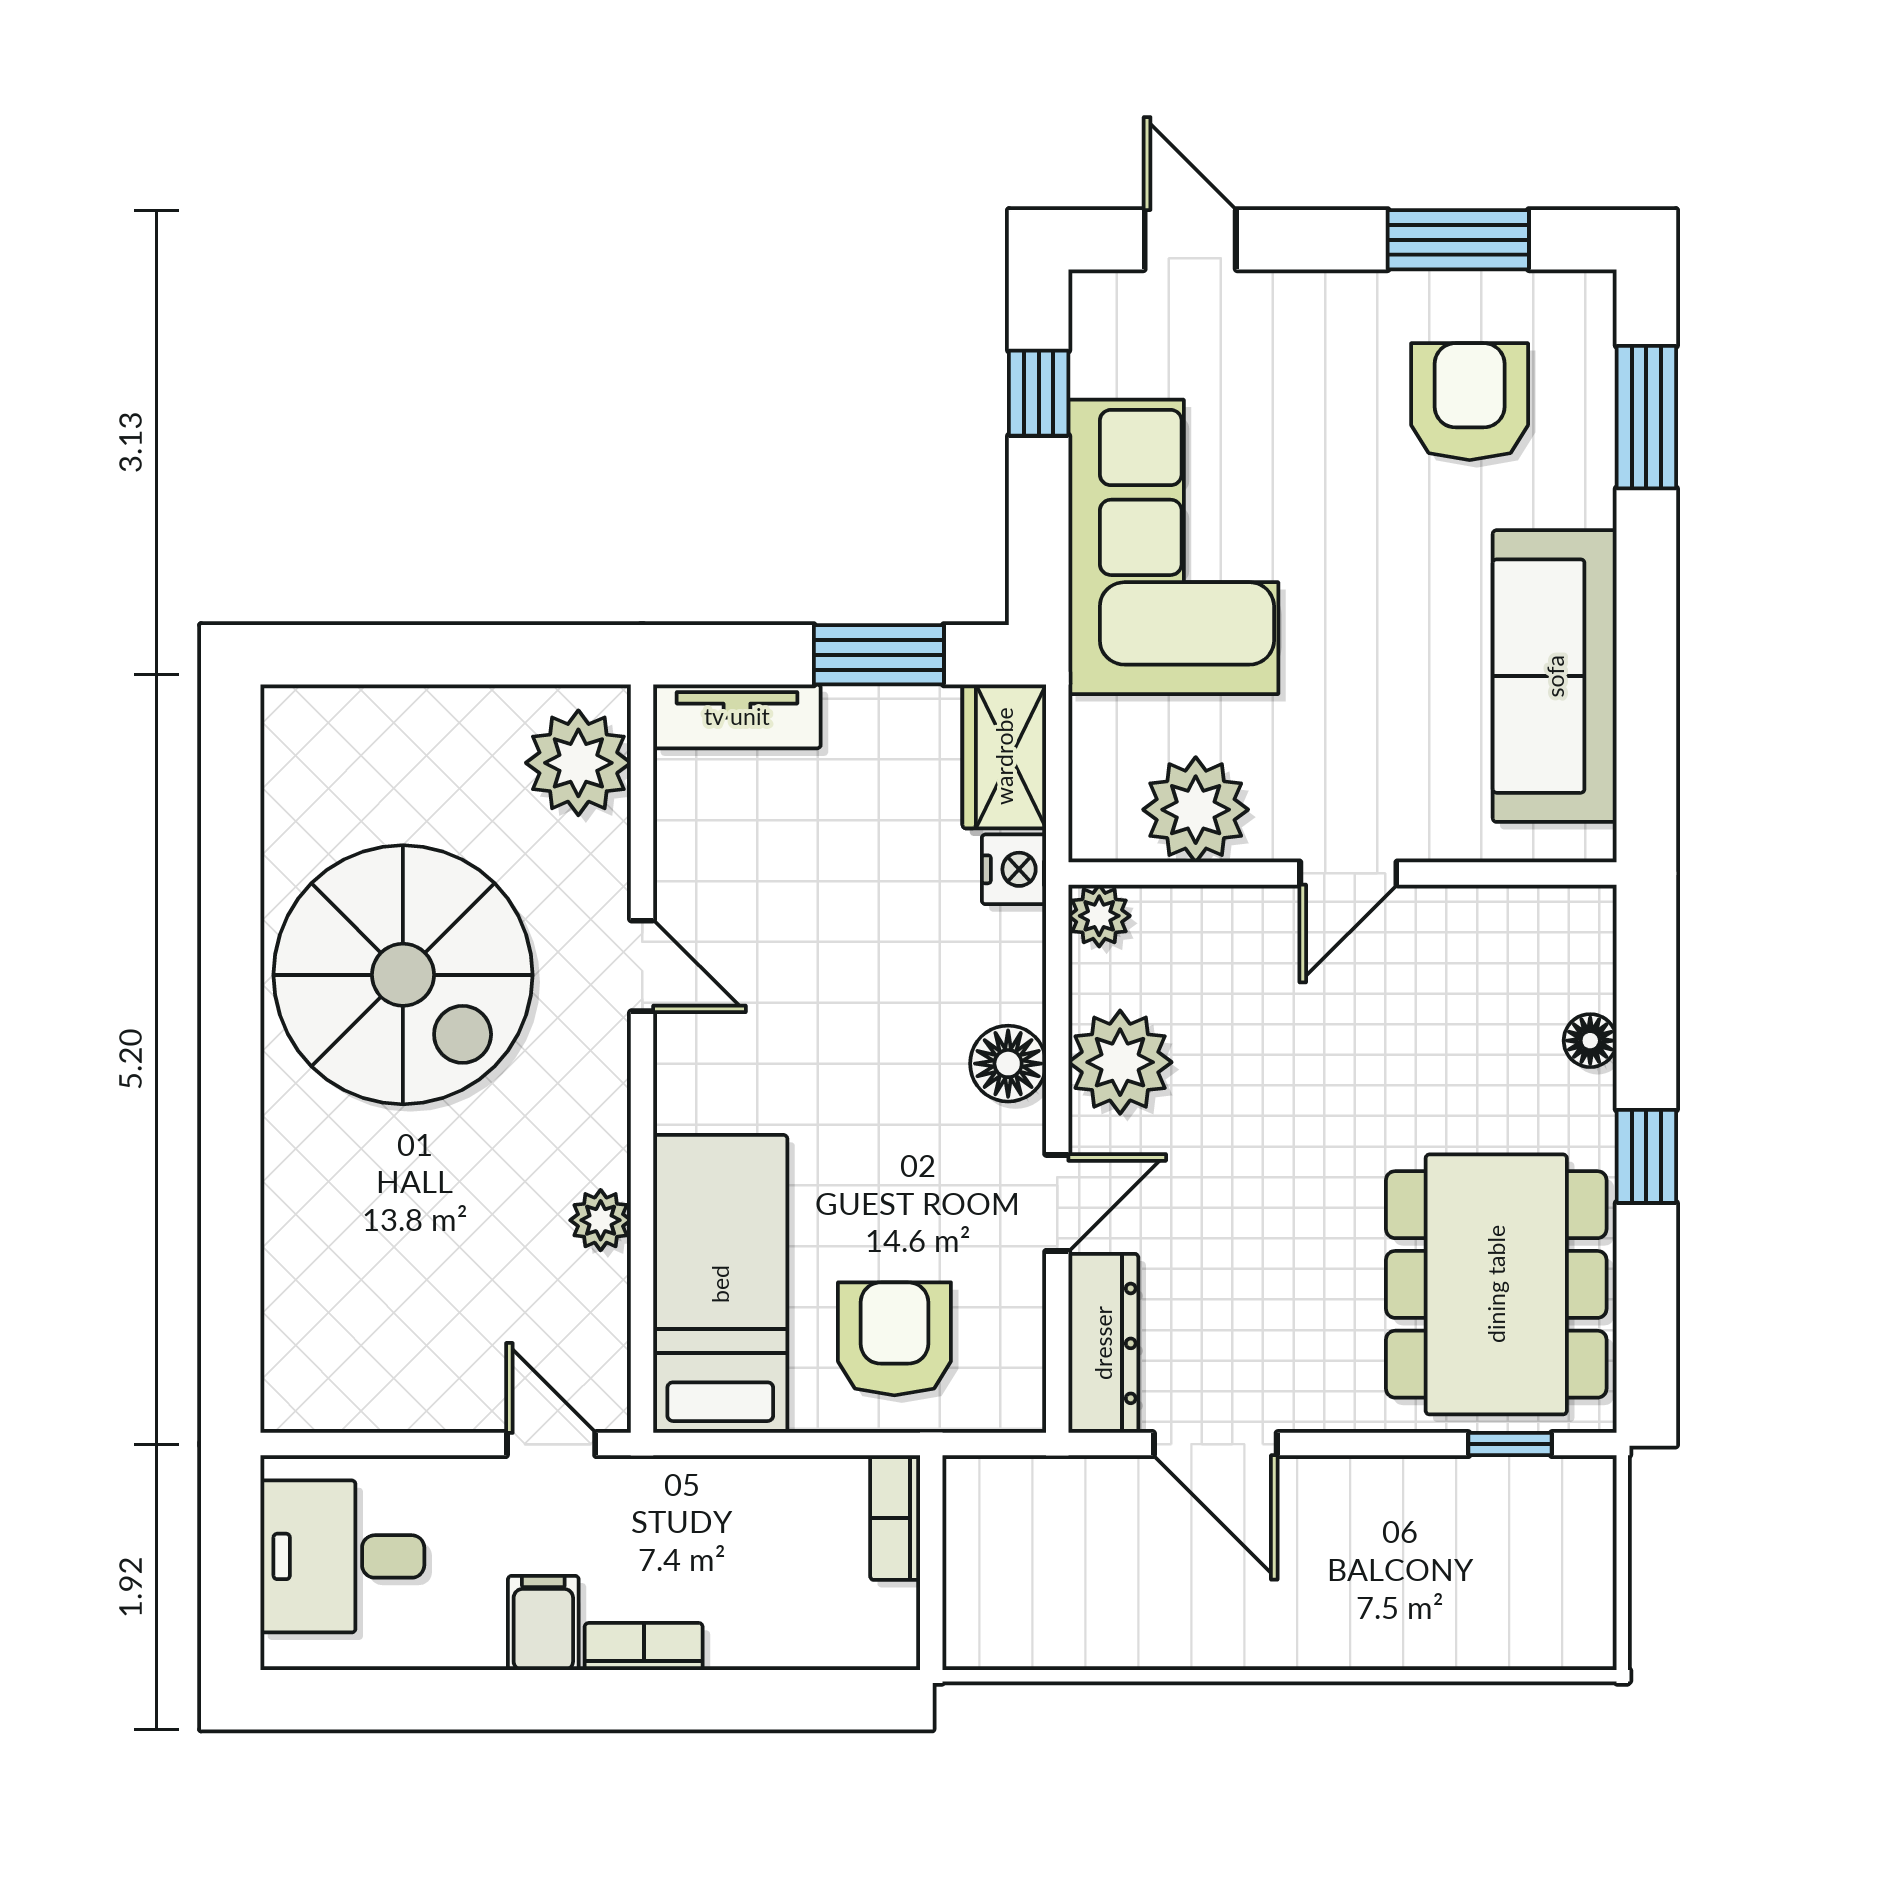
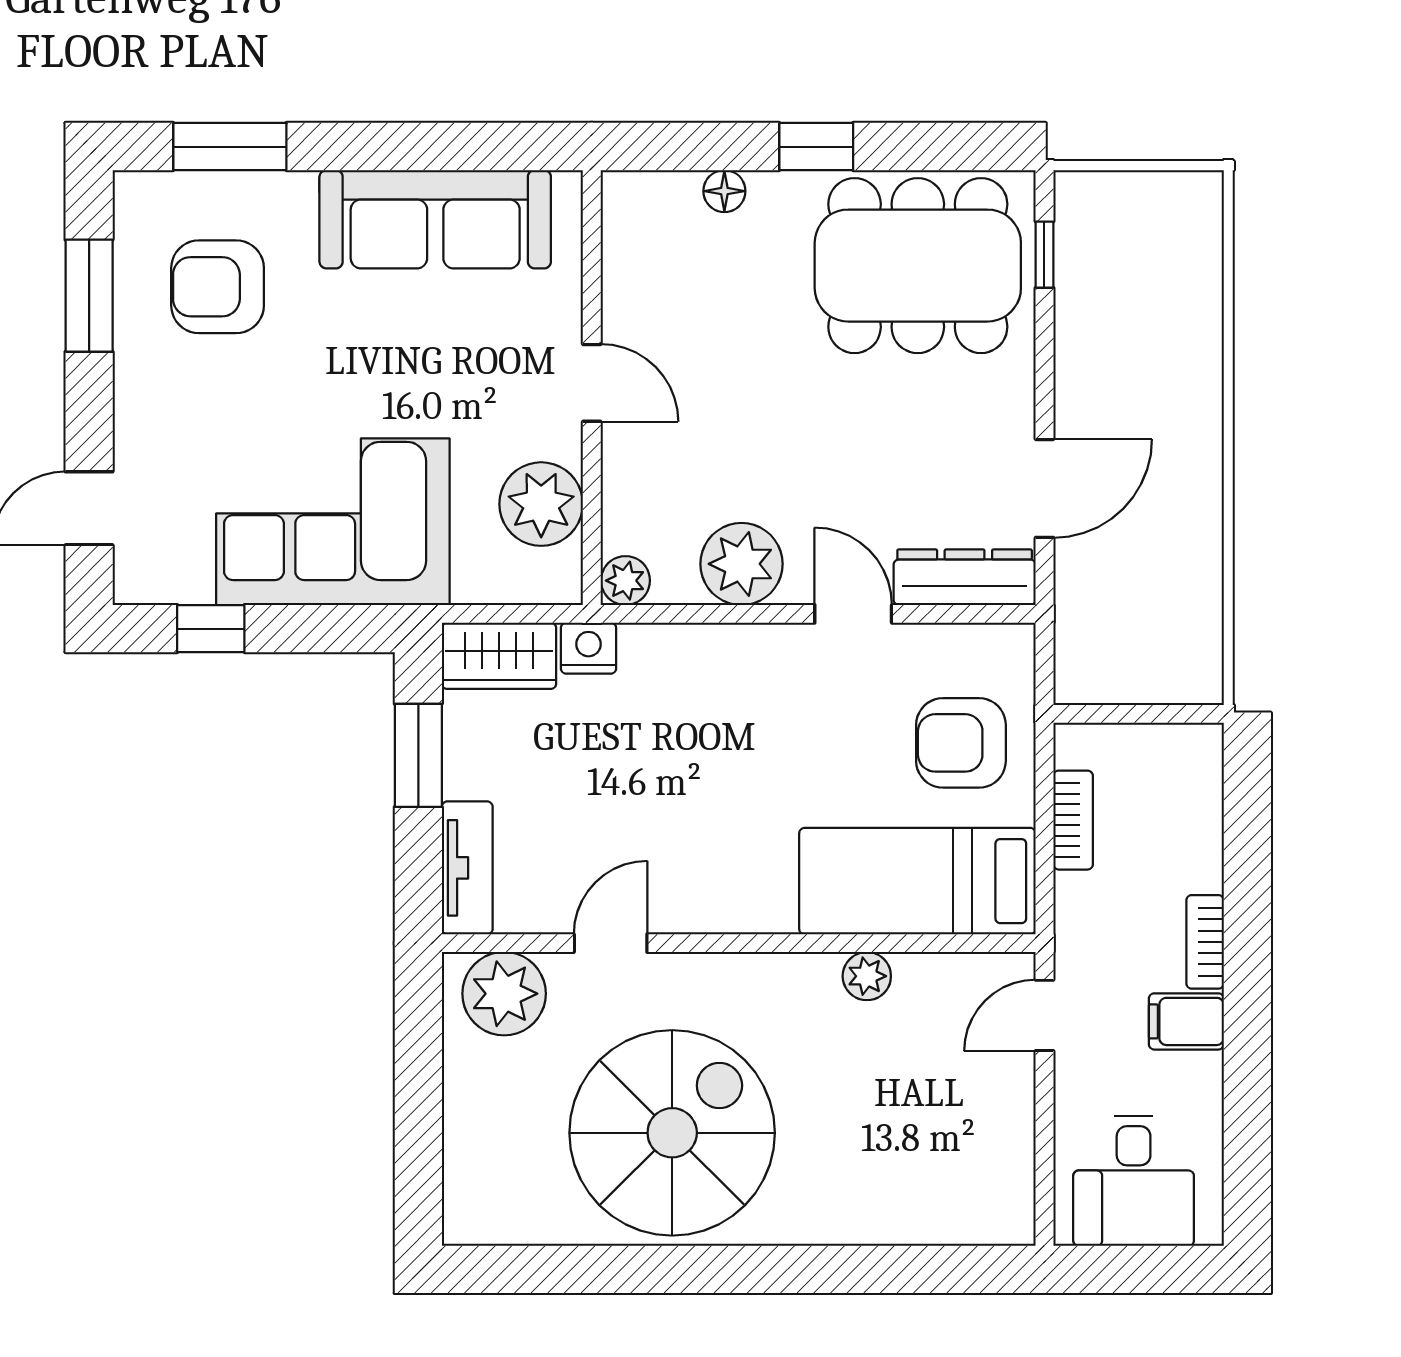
door: (642, 966) -> (611, 943), moved
floor lamp: (1008, 1064) -> (743, 653), removed
bookcase: (895, 1518) -> (1073, 820), moved, turned -90

